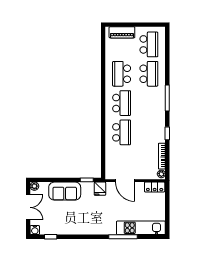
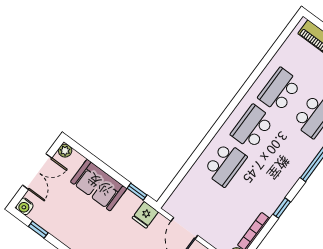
school desk: (122, 103) -> (252, 127), turned 180

